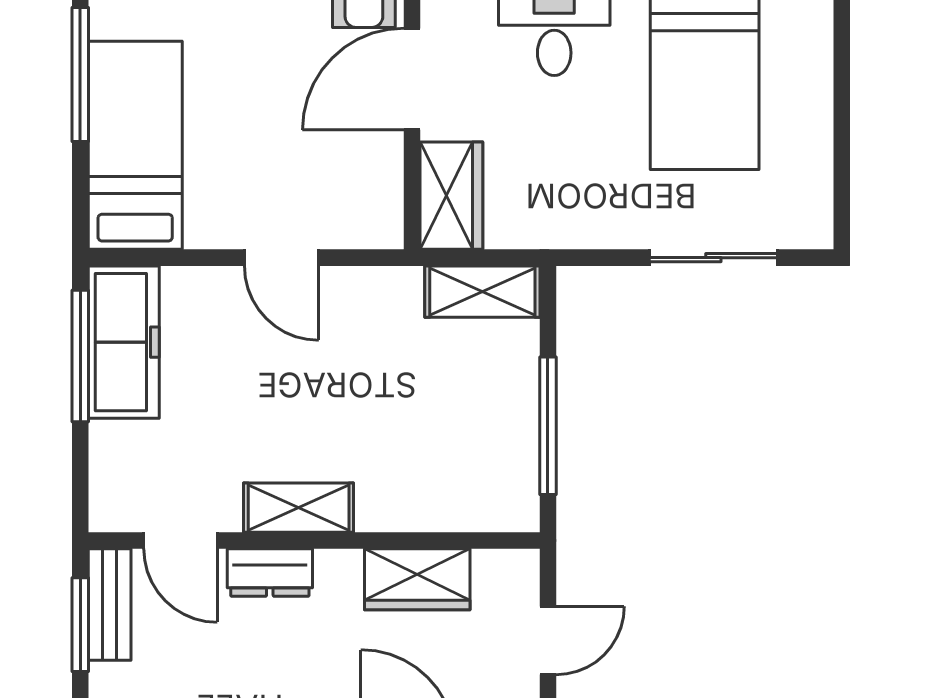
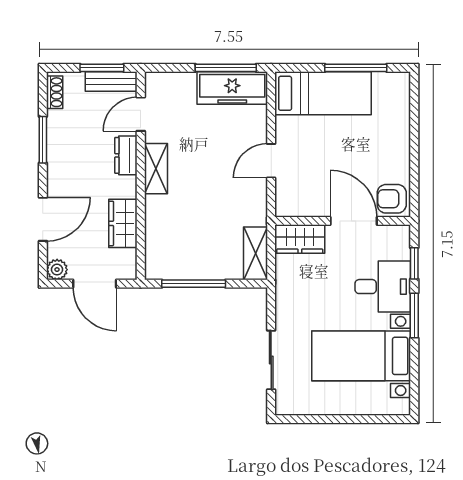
door: (548, 640) -> (95, 284), width x1.38

